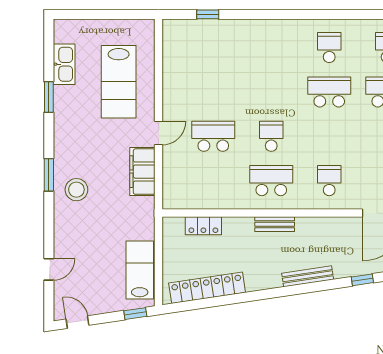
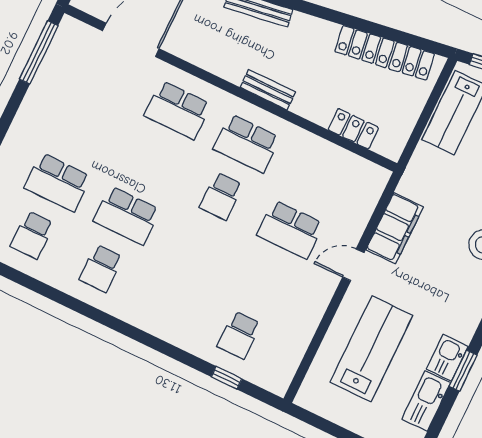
school desk: (213, 48) -> (239, 335), added
kitchen sink: (64, 101) -> (447, 358), added
school desk: (329, 181) -> (178, 110), width x1.85

